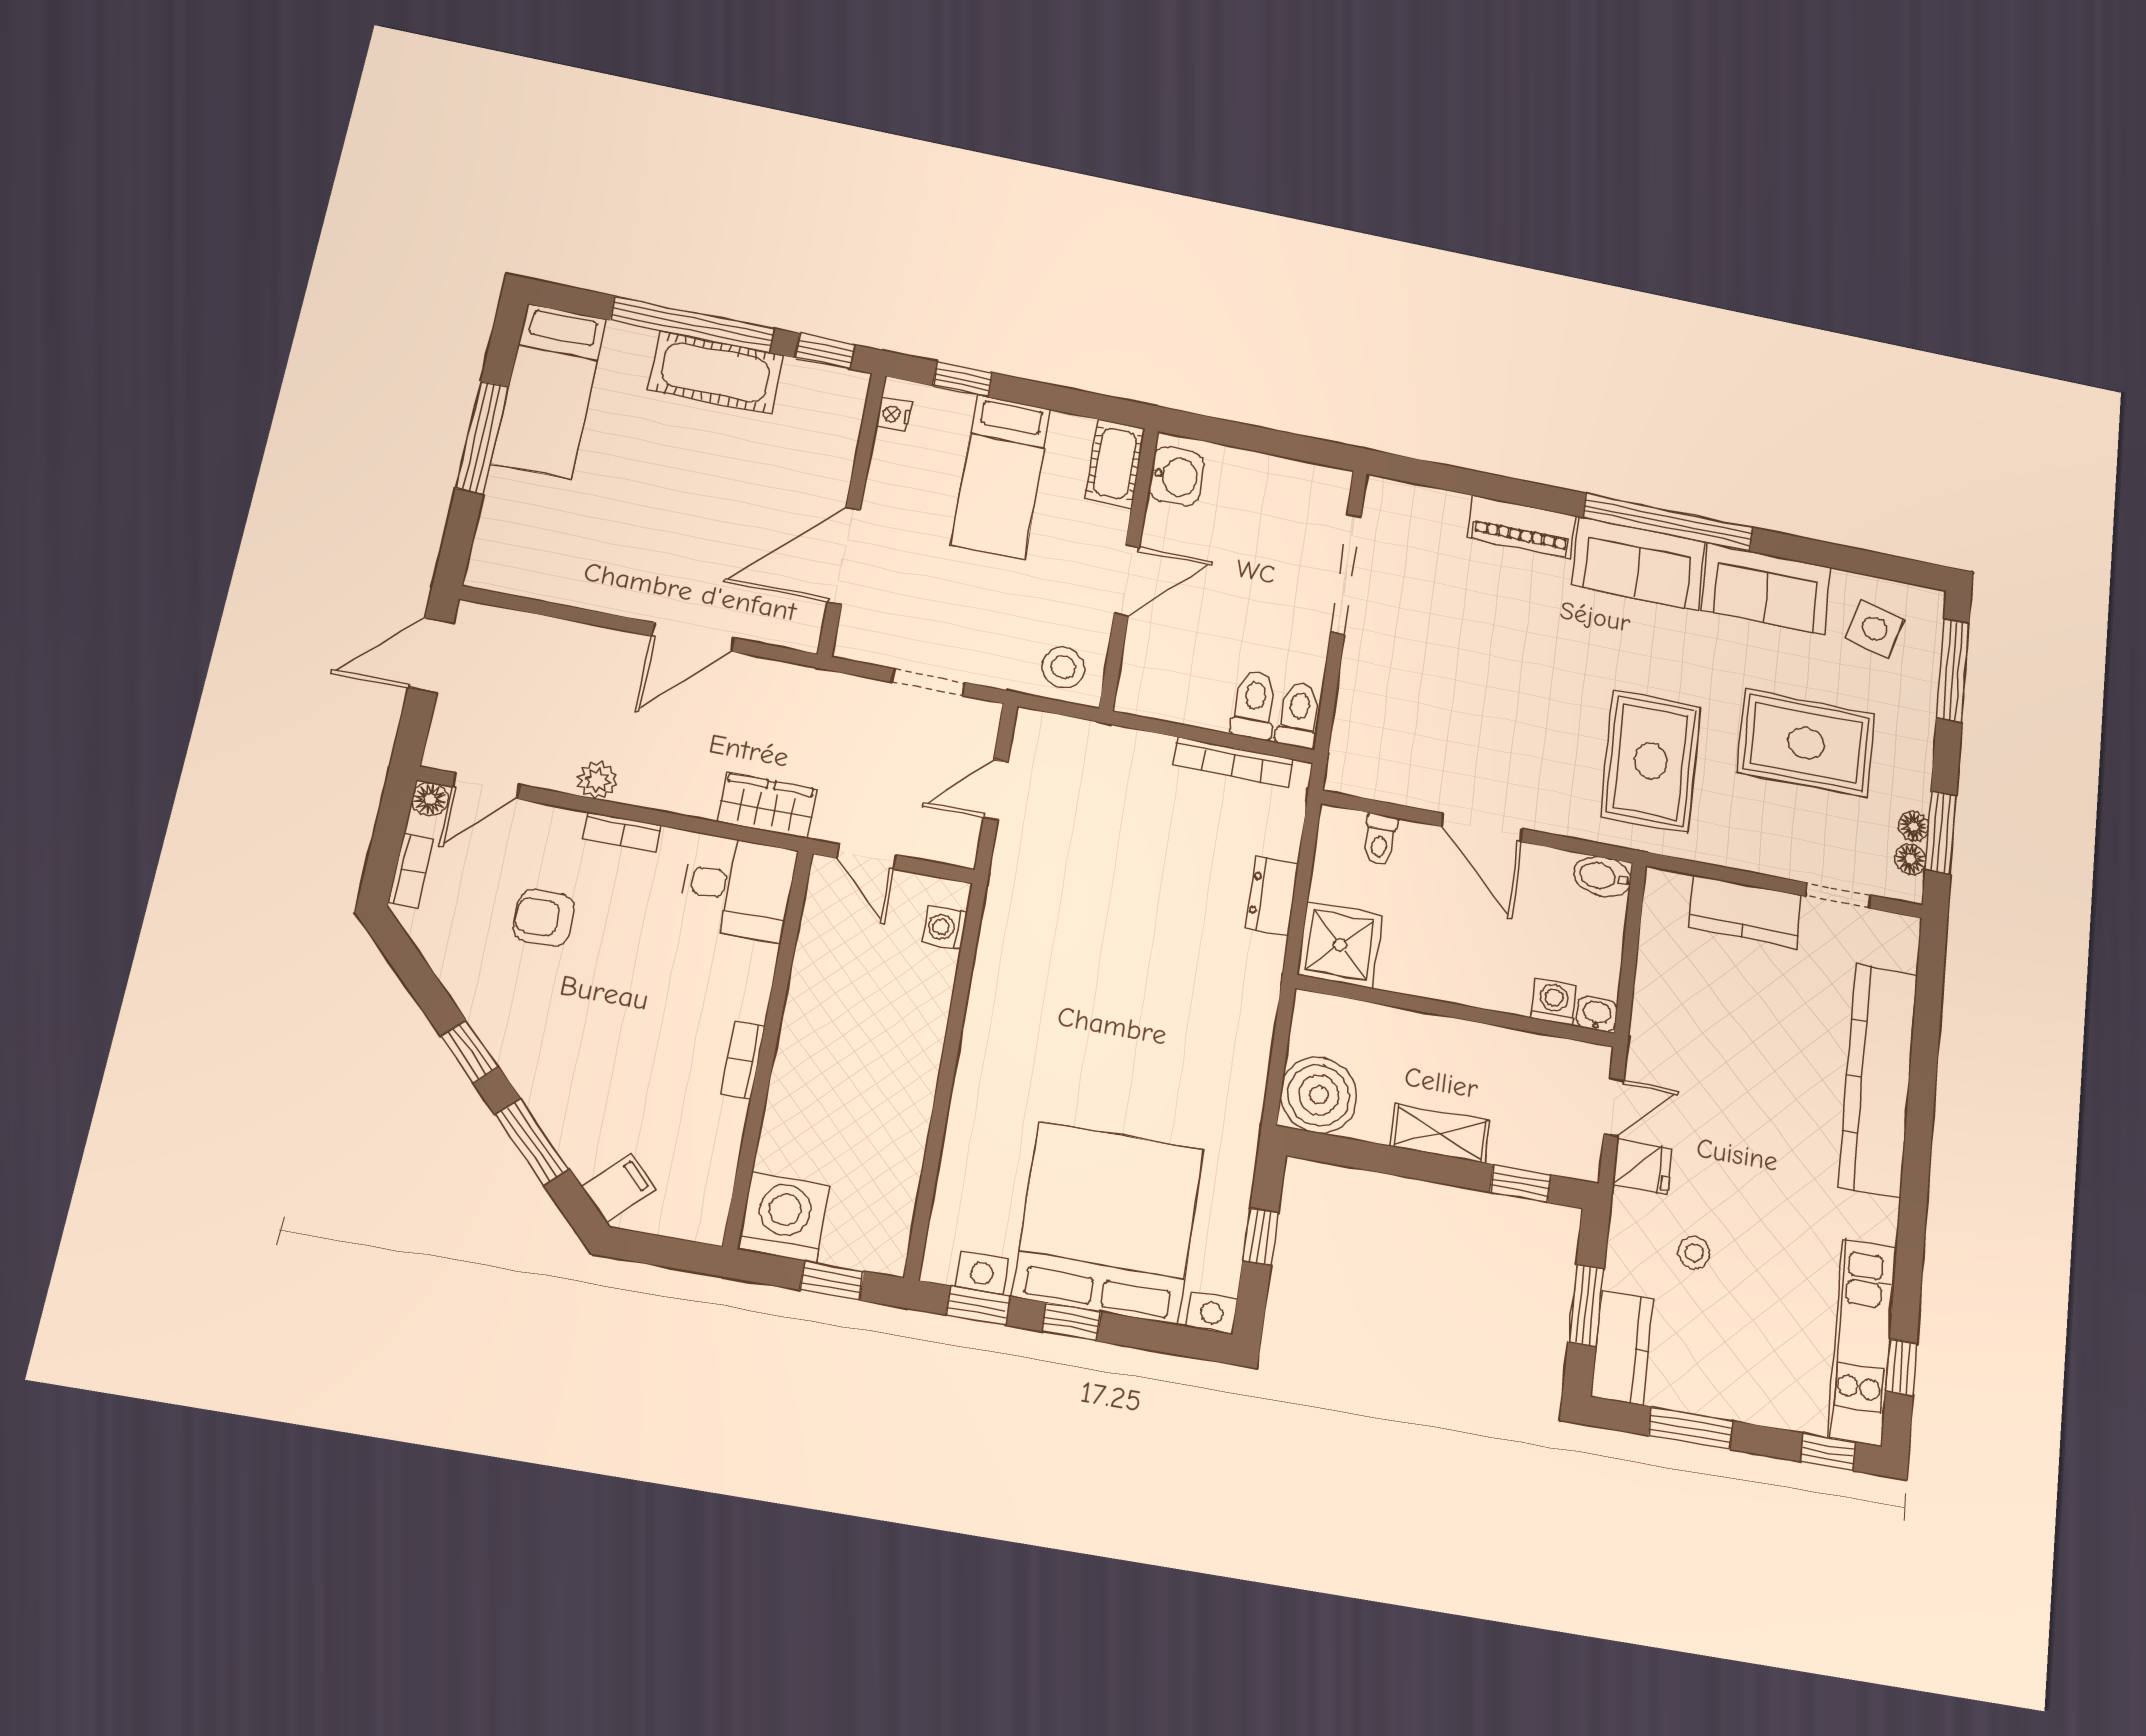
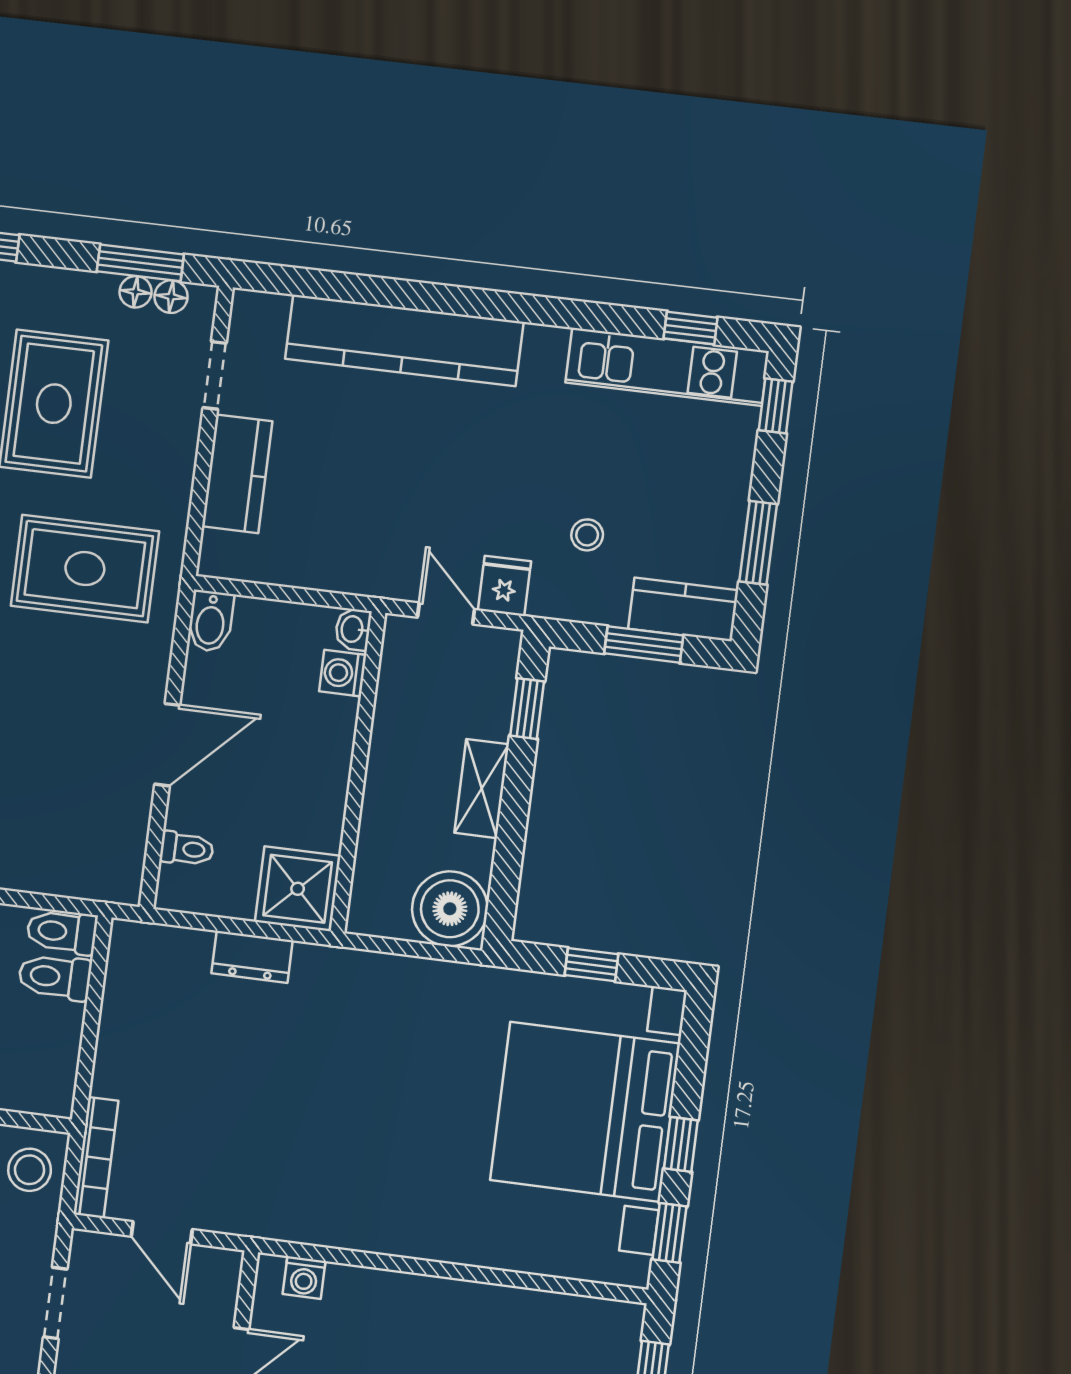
bookcase: (1233, 762) -> (96, 1158), moved

